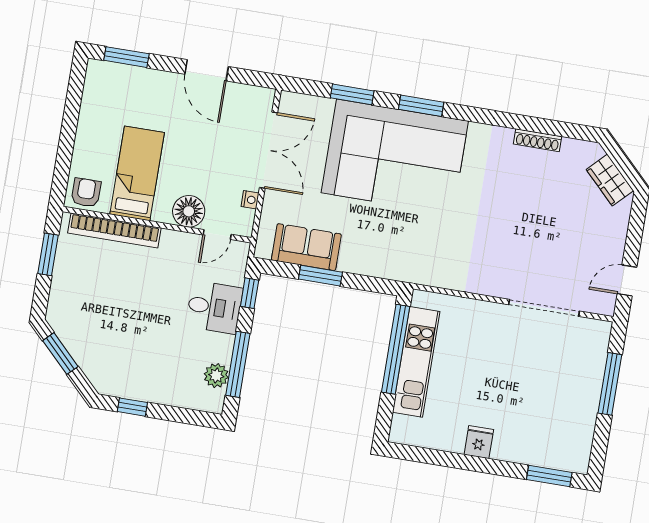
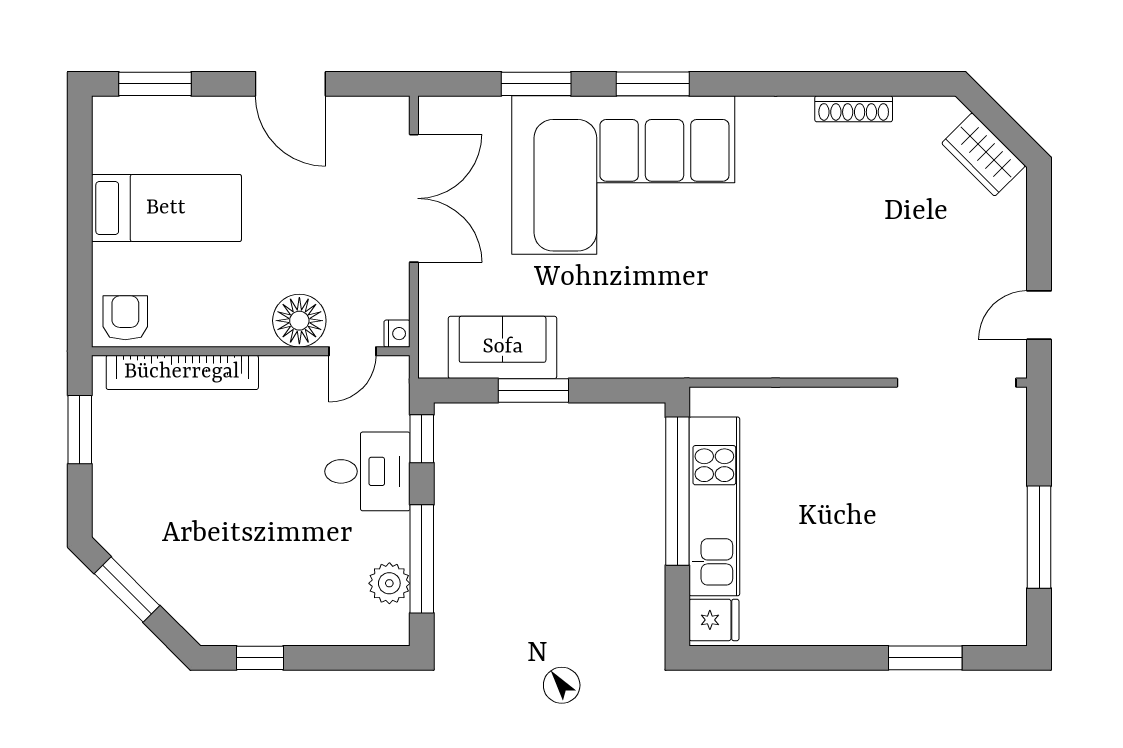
bed: (137, 173) -> (166, 208), moved, turned 90
nightstand: (250, 200) -> (397, 334), moved
doorway: (544, 308) -> (957, 383), moved
window: (610, 384) -> (1039, 537), moved
fridge: (479, 442) -> (714, 620), moved, turned 90
window: (549, 476) -> (925, 658), moved

